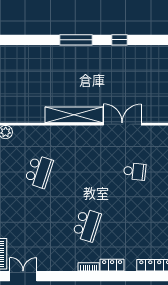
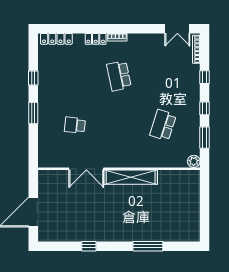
window: (76, 40) -> (148, 246), moved
school desk: (87, 225) -> (119, 76), turned -30

